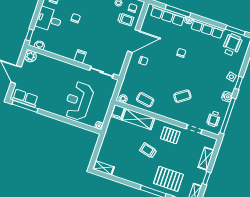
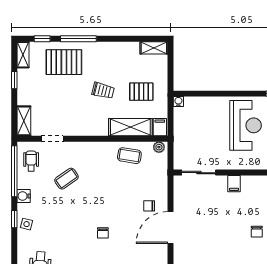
trolley: (126, 19) -> (191, 252), removed
coffee table: (182, 96) -> (67, 179), moved
reception desk: (79, 101) -> (245, 125), moved
pallet: (170, 135) -> (141, 92), moved
shelving: (206, 159) -> (24, 121), moved

